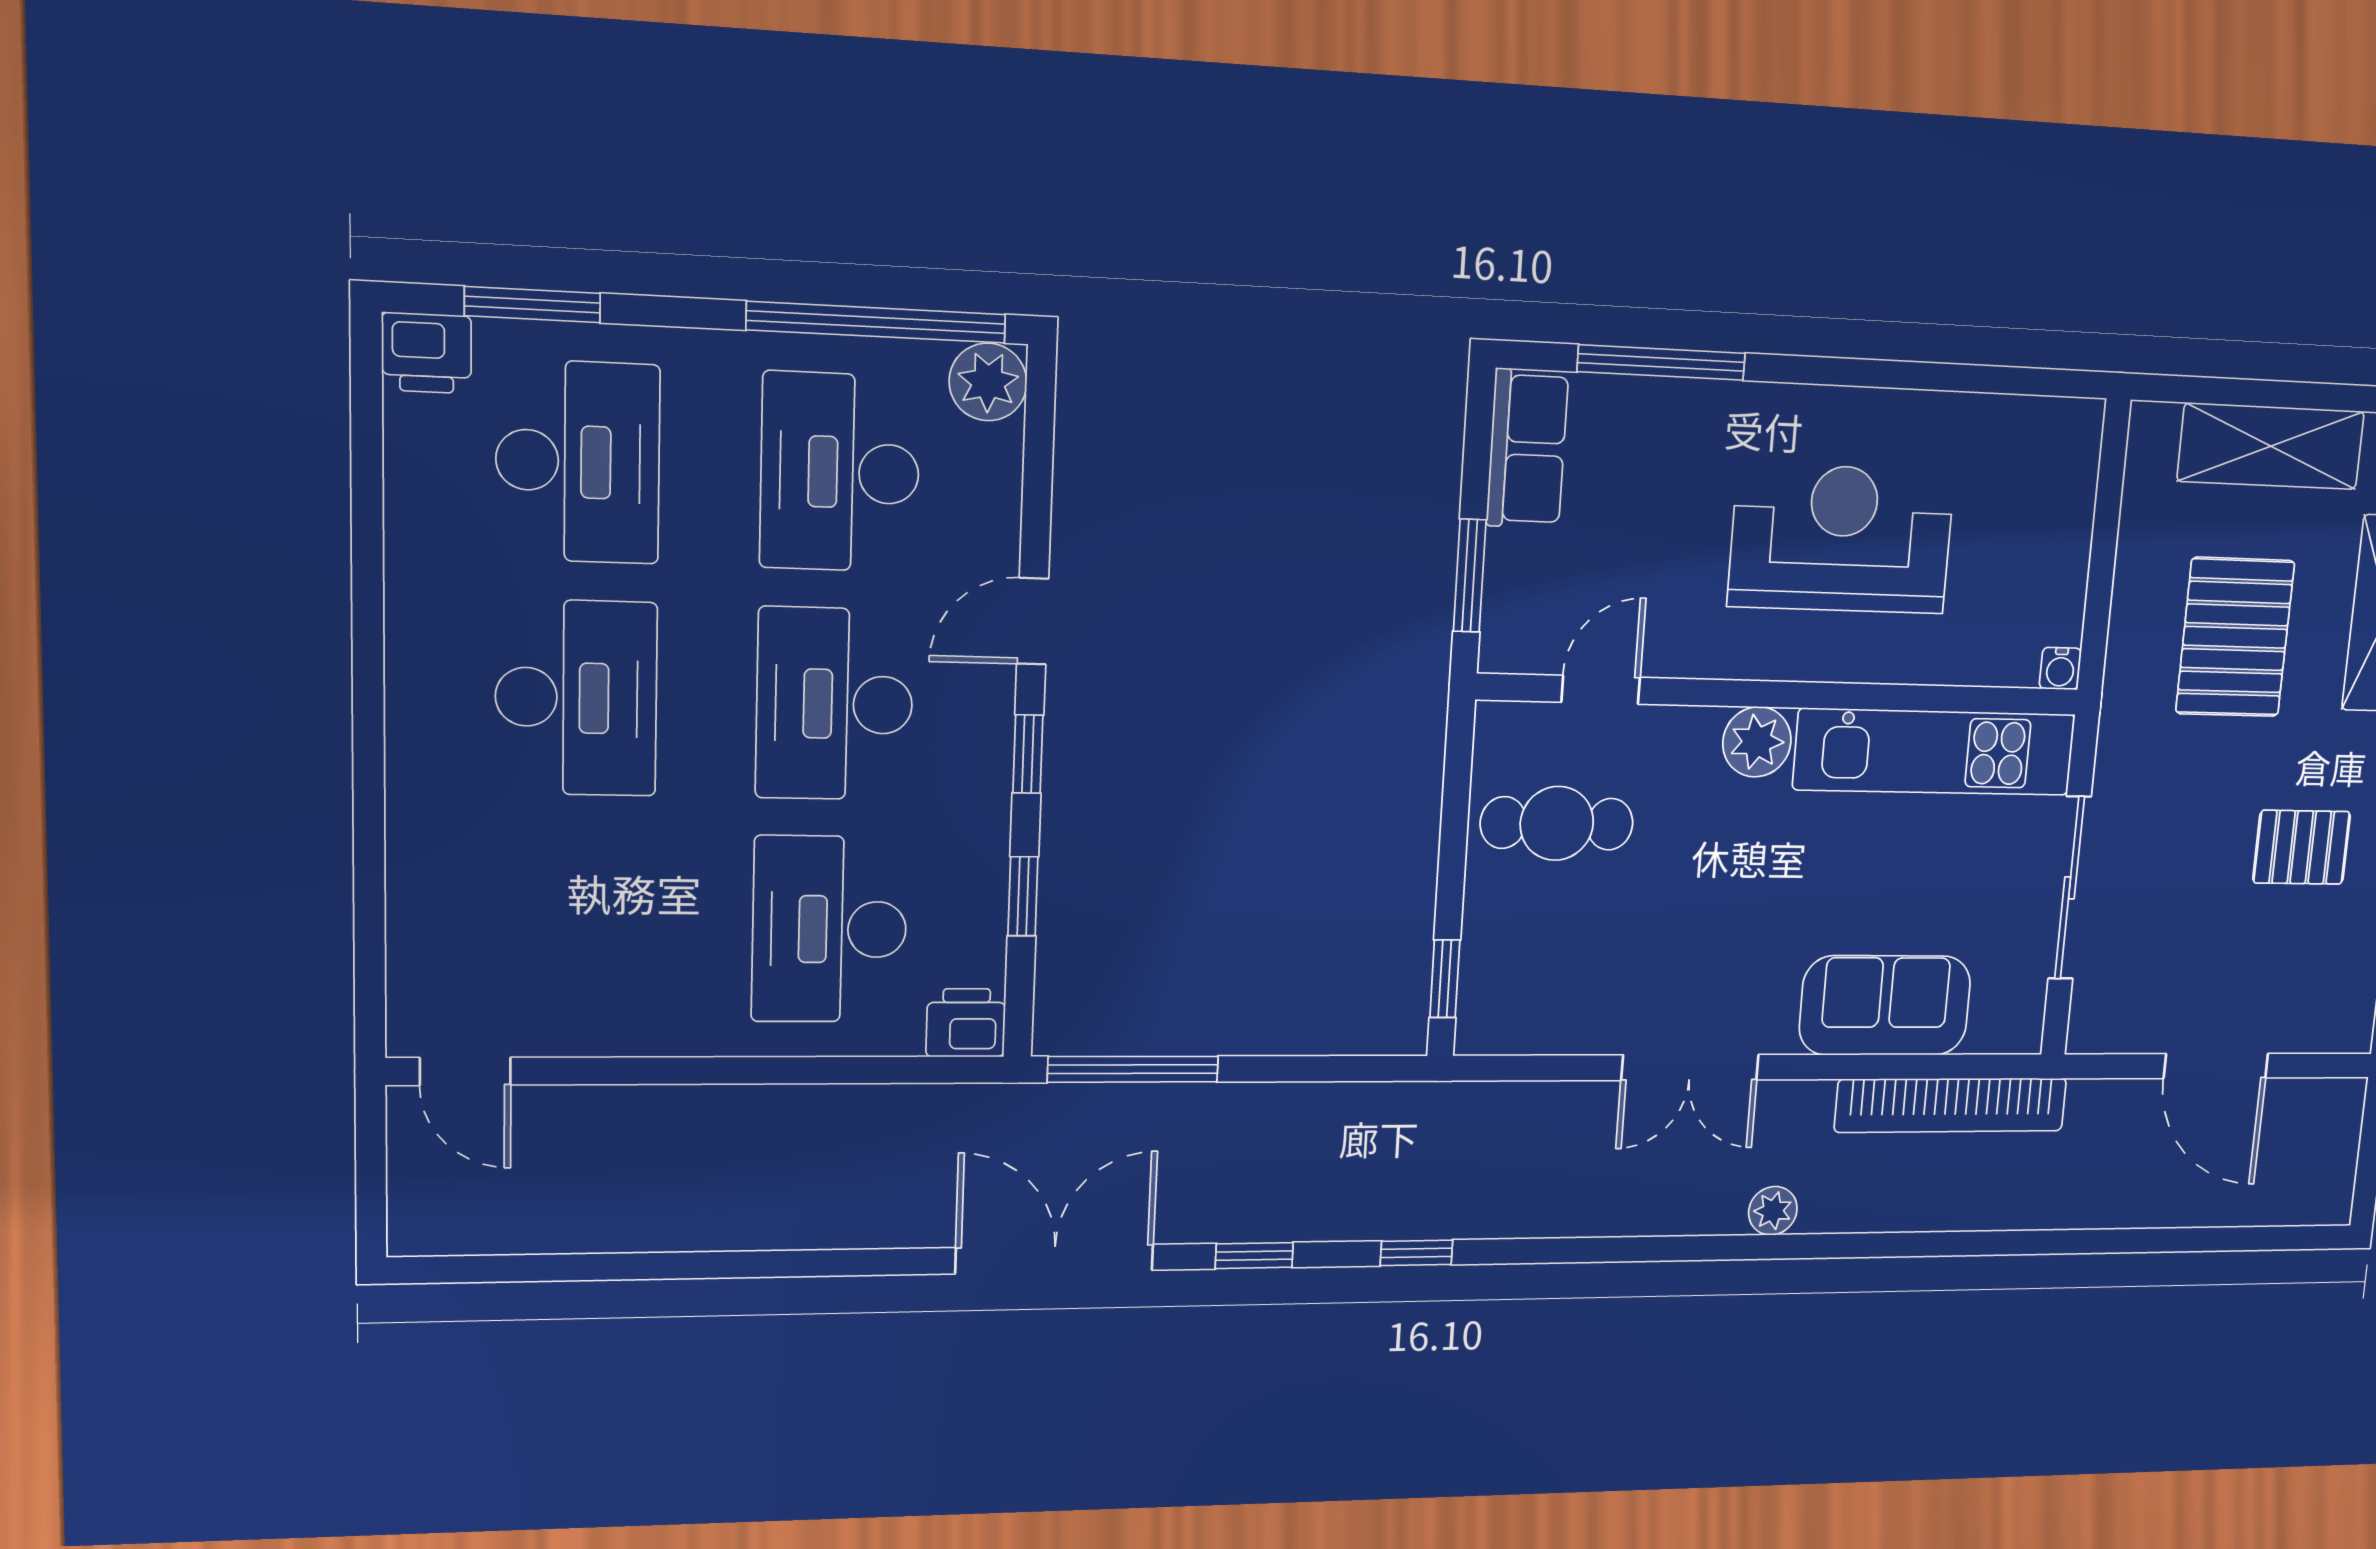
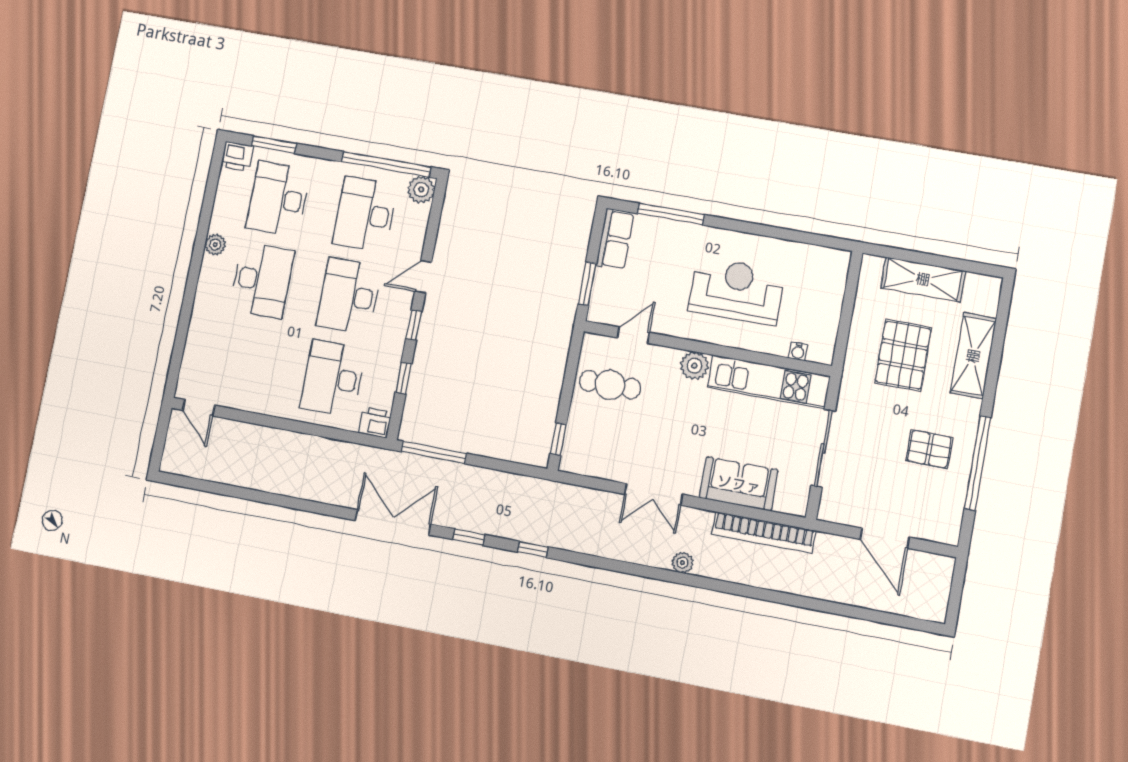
desk: (578, 462) -> (278, 199), turned 180
plant: (415, 618) -> (215, 245), added
water cooler: (2060, 668) -> (798, 351), moved

